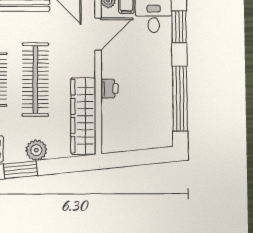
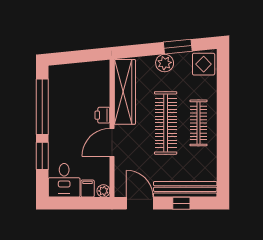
window: (179, 27) -> (42, 156), moved
door: (98, 34) -> (112, 143), moved

